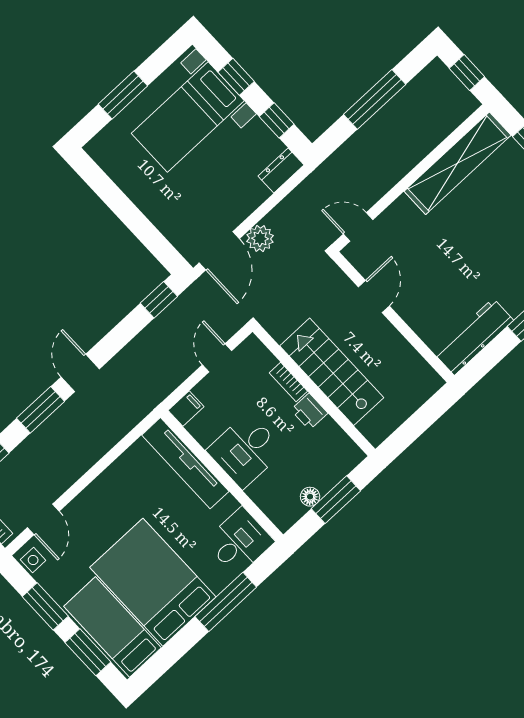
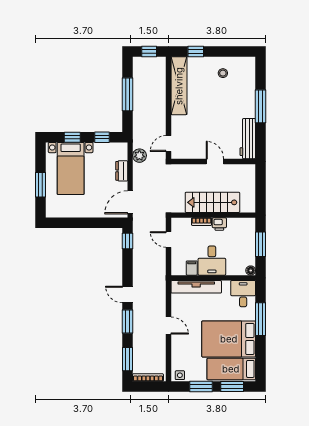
dresser: (281, 170) -> (122, 171), moved
plant: (260, 238) -> (139, 156), moved
door: (219, 251) -> (130, 202), swing flipped
door: (374, 296) -> (215, 161), moved
filing cabinet: (186, 409) -> (192, 268), moved
floor lamp: (310, 497) -> (251, 271), moved
door: (43, 519) -> (168, 326), moved

